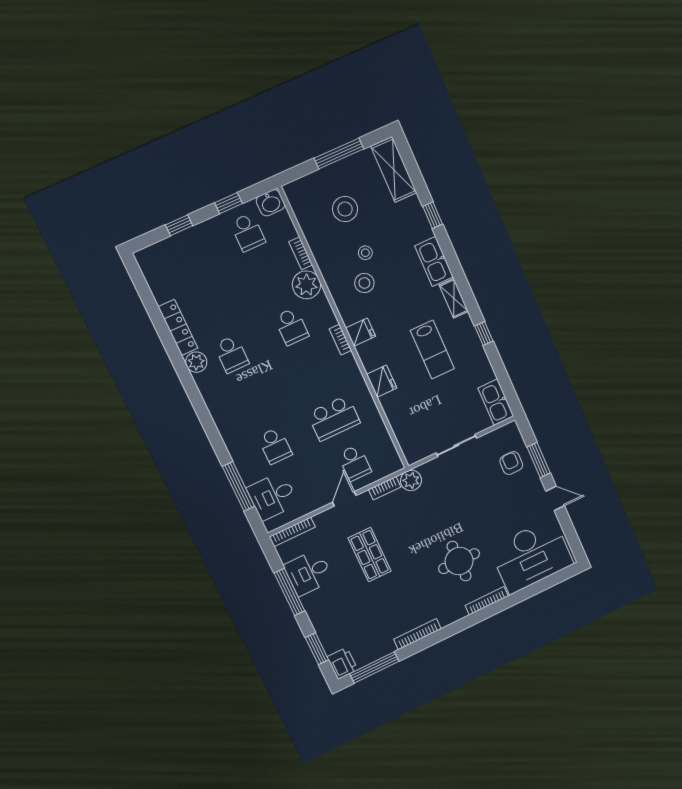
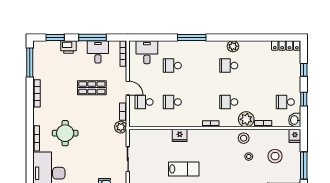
stool: (364, 283) -> (244, 138), moved
locker: (178, 328) -> (286, 45), moved
fridge: (361, 332) -> (295, 136), moved
lab bench: (432, 350) -> (184, 169), turned 180
school desk: (334, 418) -> (172, 102), width x0.54
window: (238, 486) -> (192, 37), moved
printer: (342, 663) -> (68, 47), moved

